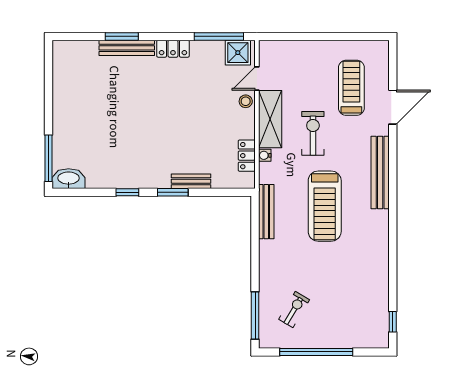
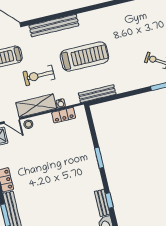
bench: (191, 181) -> (102, 203), moved
window: (127, 192) -> (109, 200), moved

